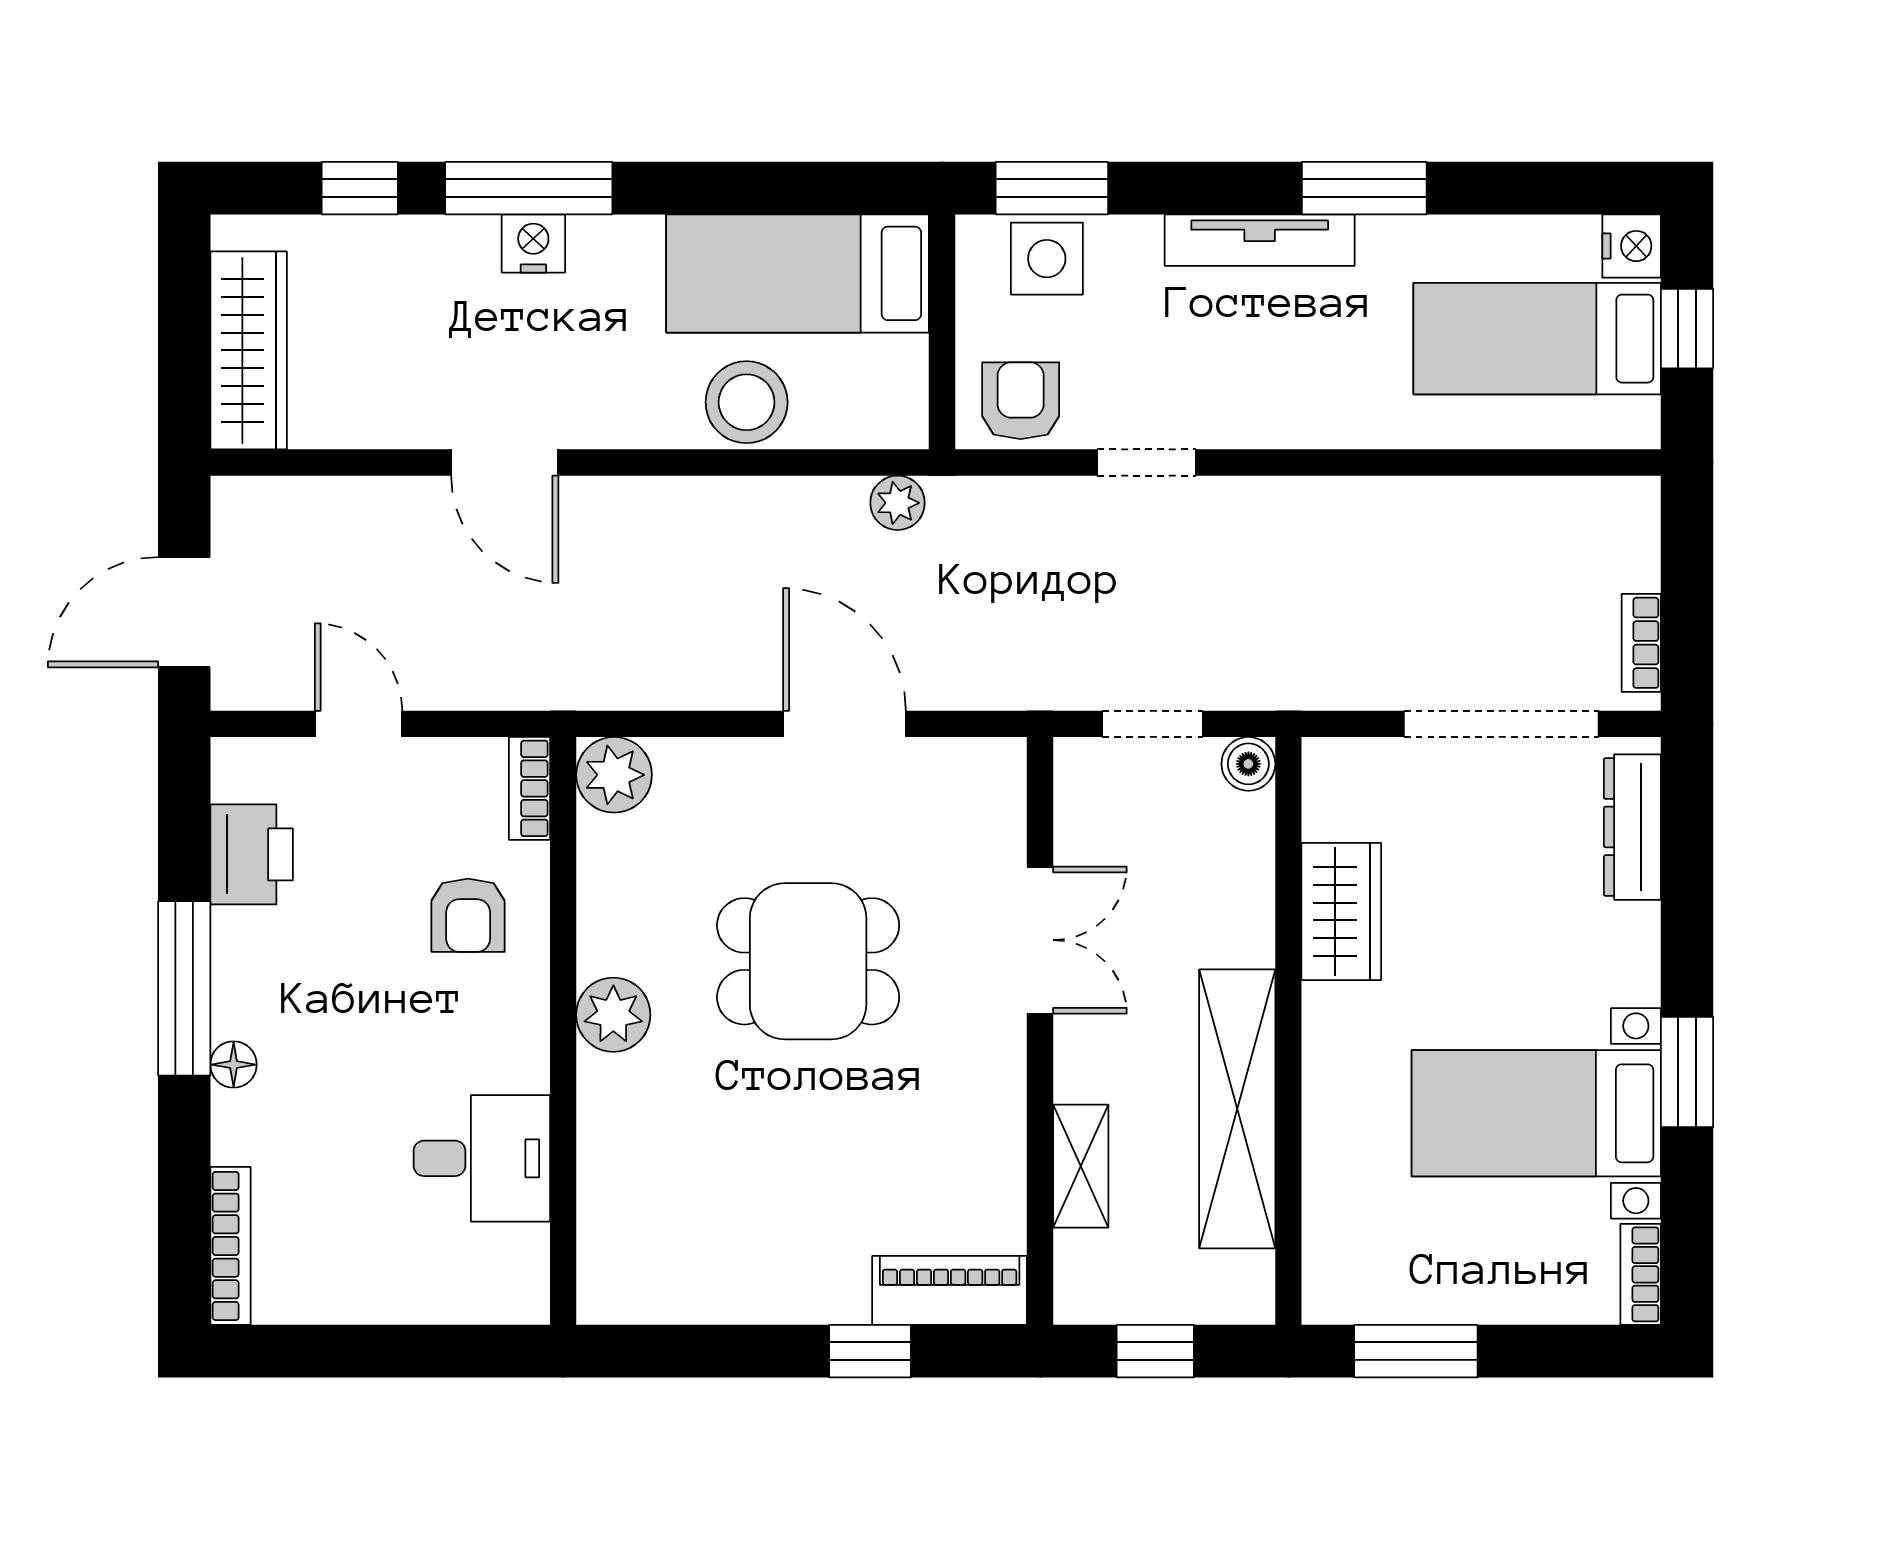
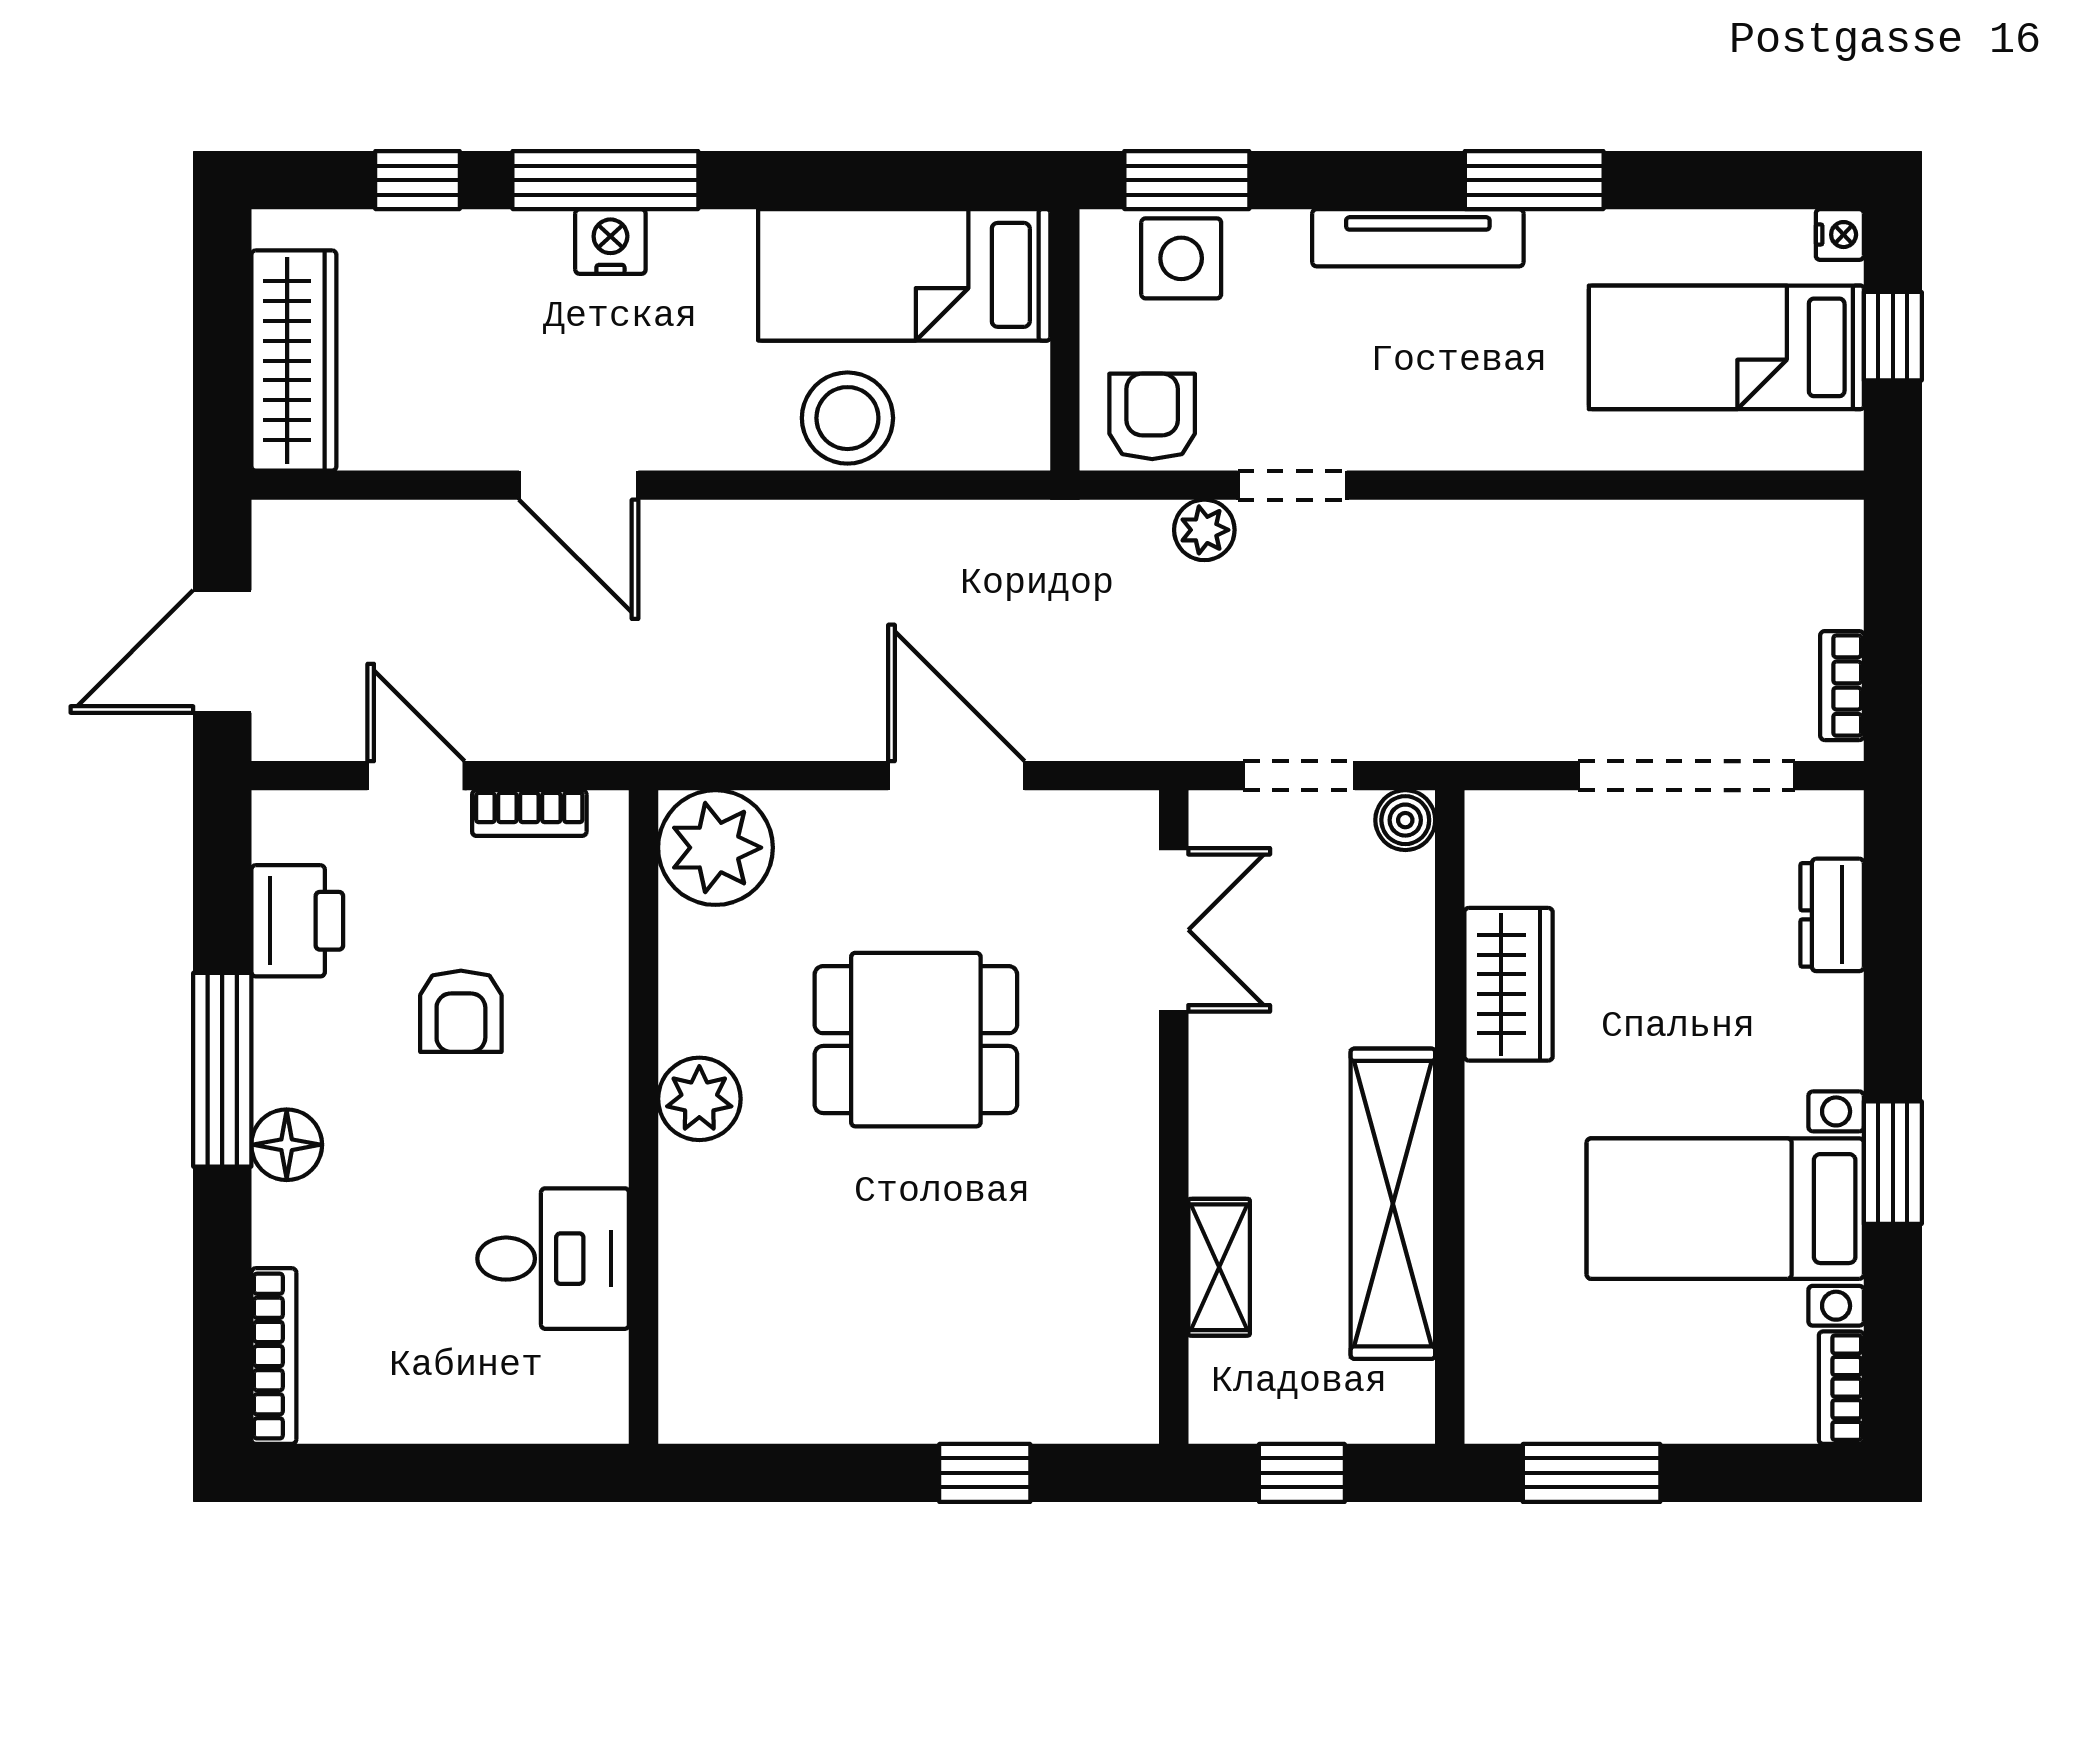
nightstand: (1632, 246) -> (1840, 235), width x0.72, depth x0.74
plant: (898, 503) -> (1204, 530), moved
plant: (614, 775) -> (715, 848), width x1.36, depth x1.36
bookcase: (529, 788) -> (529, 813), moved, turned -90
dresser: (1632, 827) -> (1832, 915), width x0.70
armchair: (468, 915) -> (461, 1011), moved
double door: (1040, 940) -> (1174, 930), moved
floor lamp: (234, 1065) -> (287, 1145), width x1.37, depth x1.37
piano: (950, 1290) -> (1073, 1405), removed

